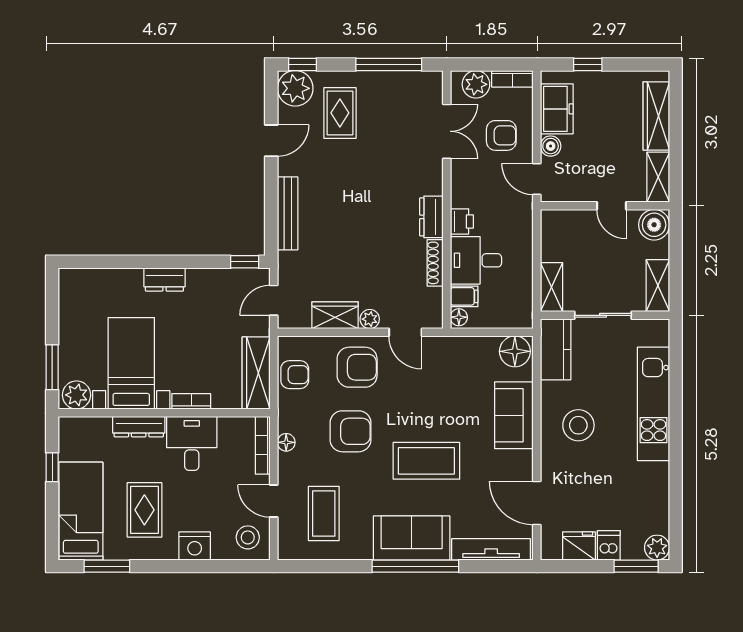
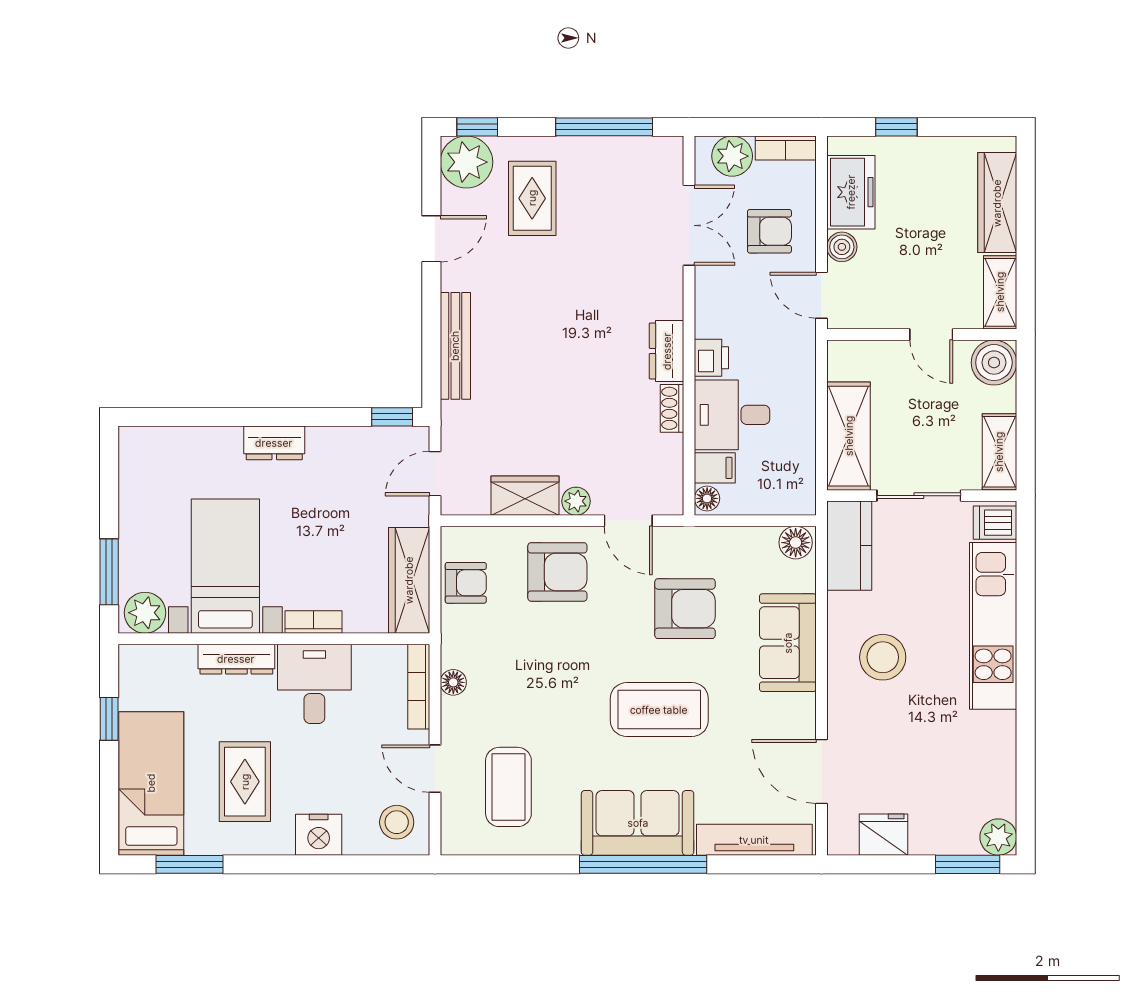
shoe rack: (435, 263) -> (672, 408), width x0.70
shelving: (551, 287) -> (849, 436), width x1.50, depth x1.33
floor lamp: (515, 351) -> (796, 543), width x0.73, depth x0.73
armchair: (350, 431) -> (685, 609), moved
dishwasher: (609, 545) -> (995, 523), moved, turned -90

